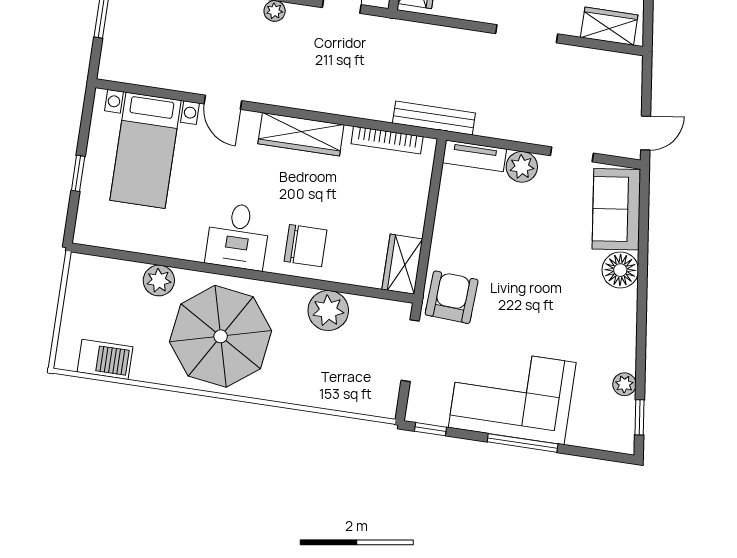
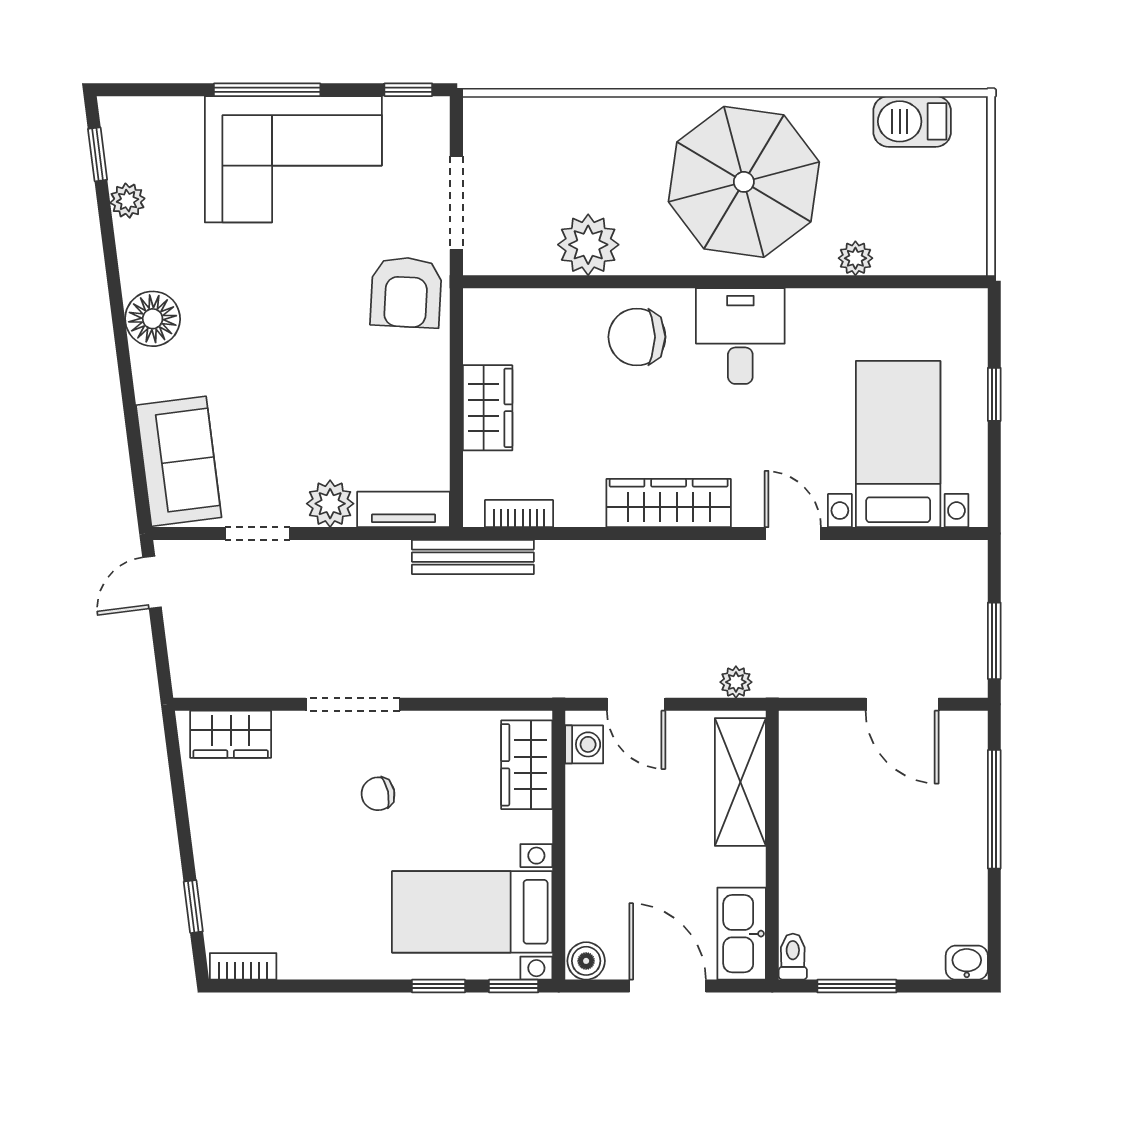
bookcase: (387, 140) -> (519, 514), width x0.64
wardrobe: (402, 264) -> (488, 408), moved
floor lamp: (620, 270) -> (153, 319), moved
plant: (159, 280) -> (855, 258), width x0.73, depth x0.73

